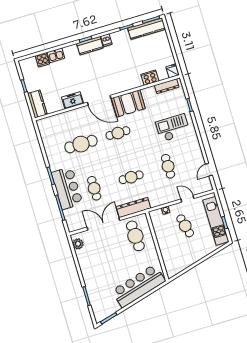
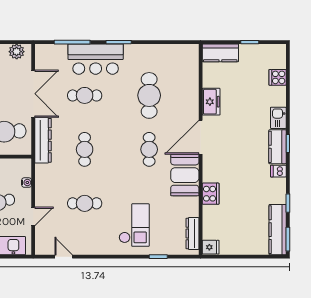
kitchen sink: (56, 55) -> (278, 118), moved
cooker: (150, 78) -> (211, 194), moved

